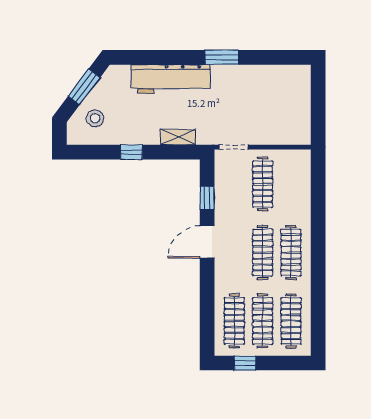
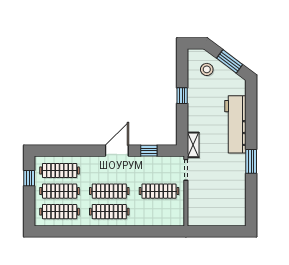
shelving: (178, 137) -> (193, 145), moved
door: (207, 242) -> (117, 151), hinge flipped

